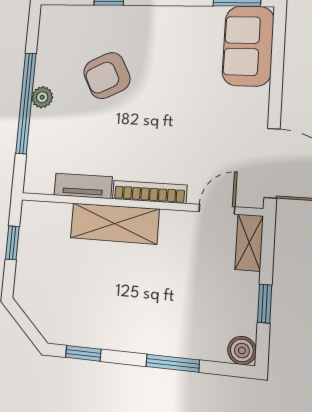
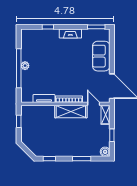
fireplace: (166, 18) -> (70, 34), added
sofa: (248, 46) -> (101, 56), moved
armchair: (107, 76) -> (50, 56), removed
door: (217, 209) -> (94, 104), hinge flipped
shelving: (115, 223) -> (71, 111), moved

